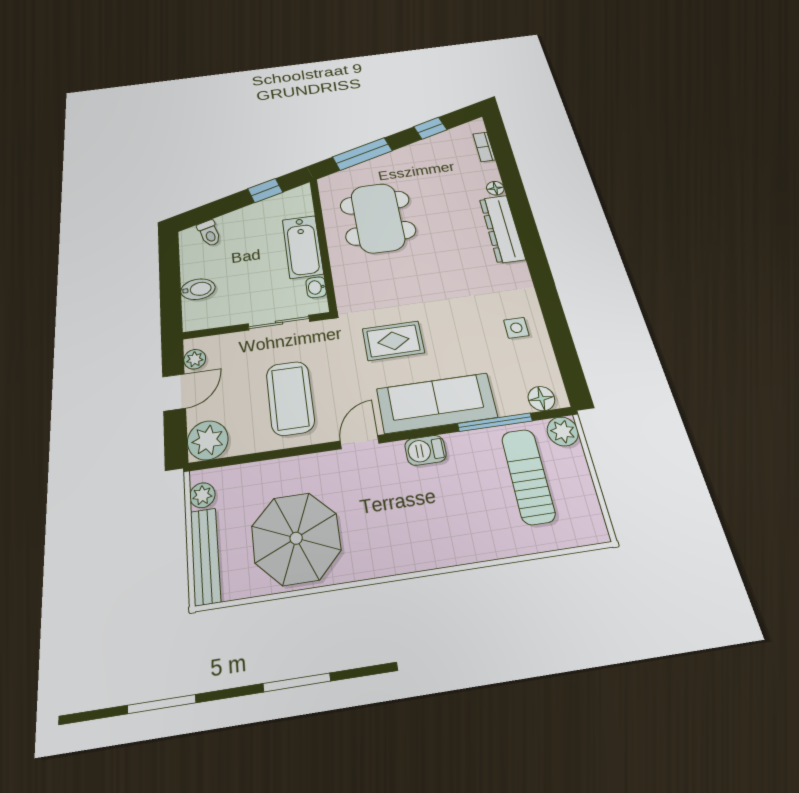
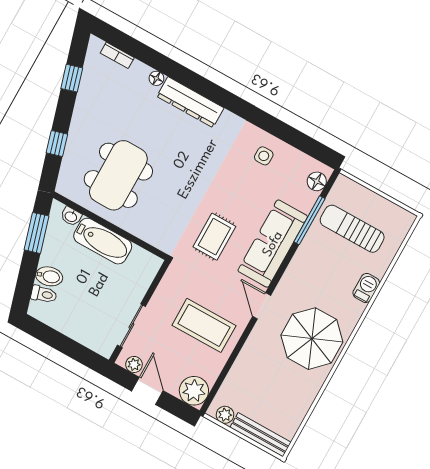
window: (362, 154) -> (57, 143), width x0.46
window: (265, 190) -> (37, 233), width x1.50
dining table: (378, 218) -> (118, 175), turned 90
washbasin: (316, 287) -> (71, 216), moved
bidet: (198, 289) -> (49, 276), moved, turned 74
sliding door: (279, 323) -> (131, 326), moved
plant: (563, 431) -> (344, 187), removed
barbecue: (425, 450) -> (366, 288), moved, turned 180
parasol: (296, 538) -> (312, 339), moved

